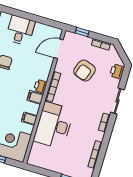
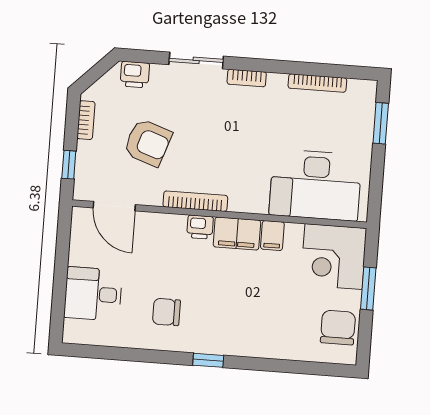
filing cabinet: (35, 97) -> (237, 234), width x2.00
desk: (54, 125) -> (315, 185), moved

